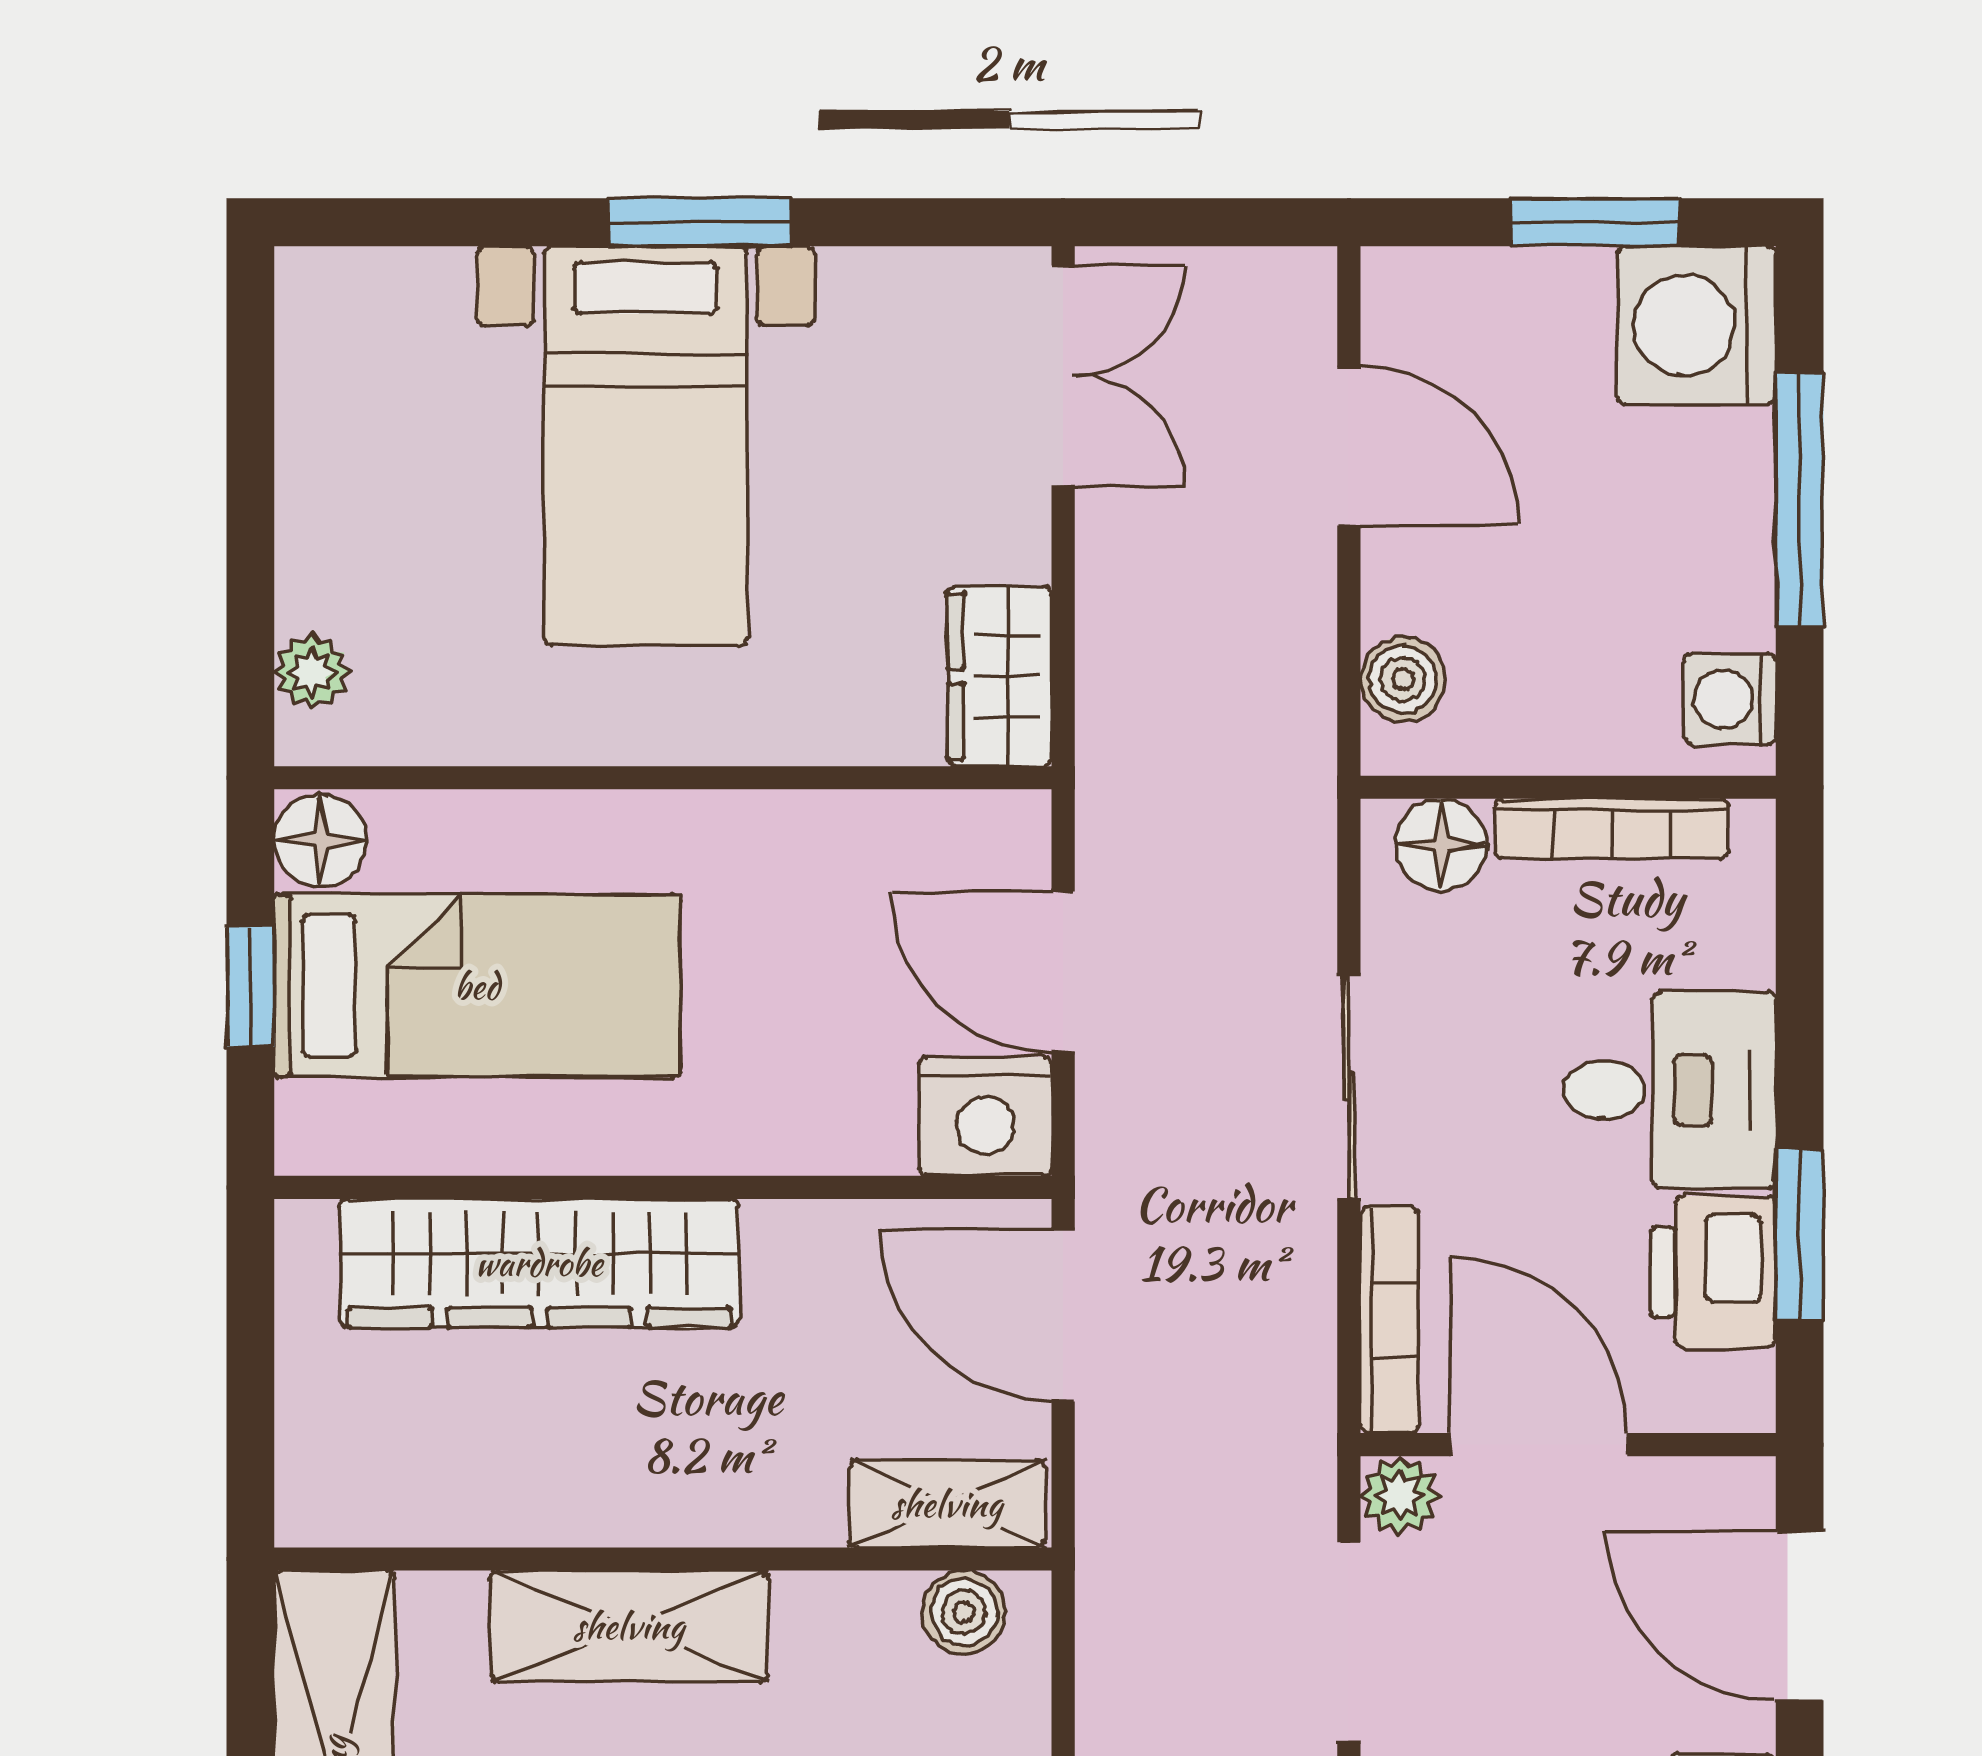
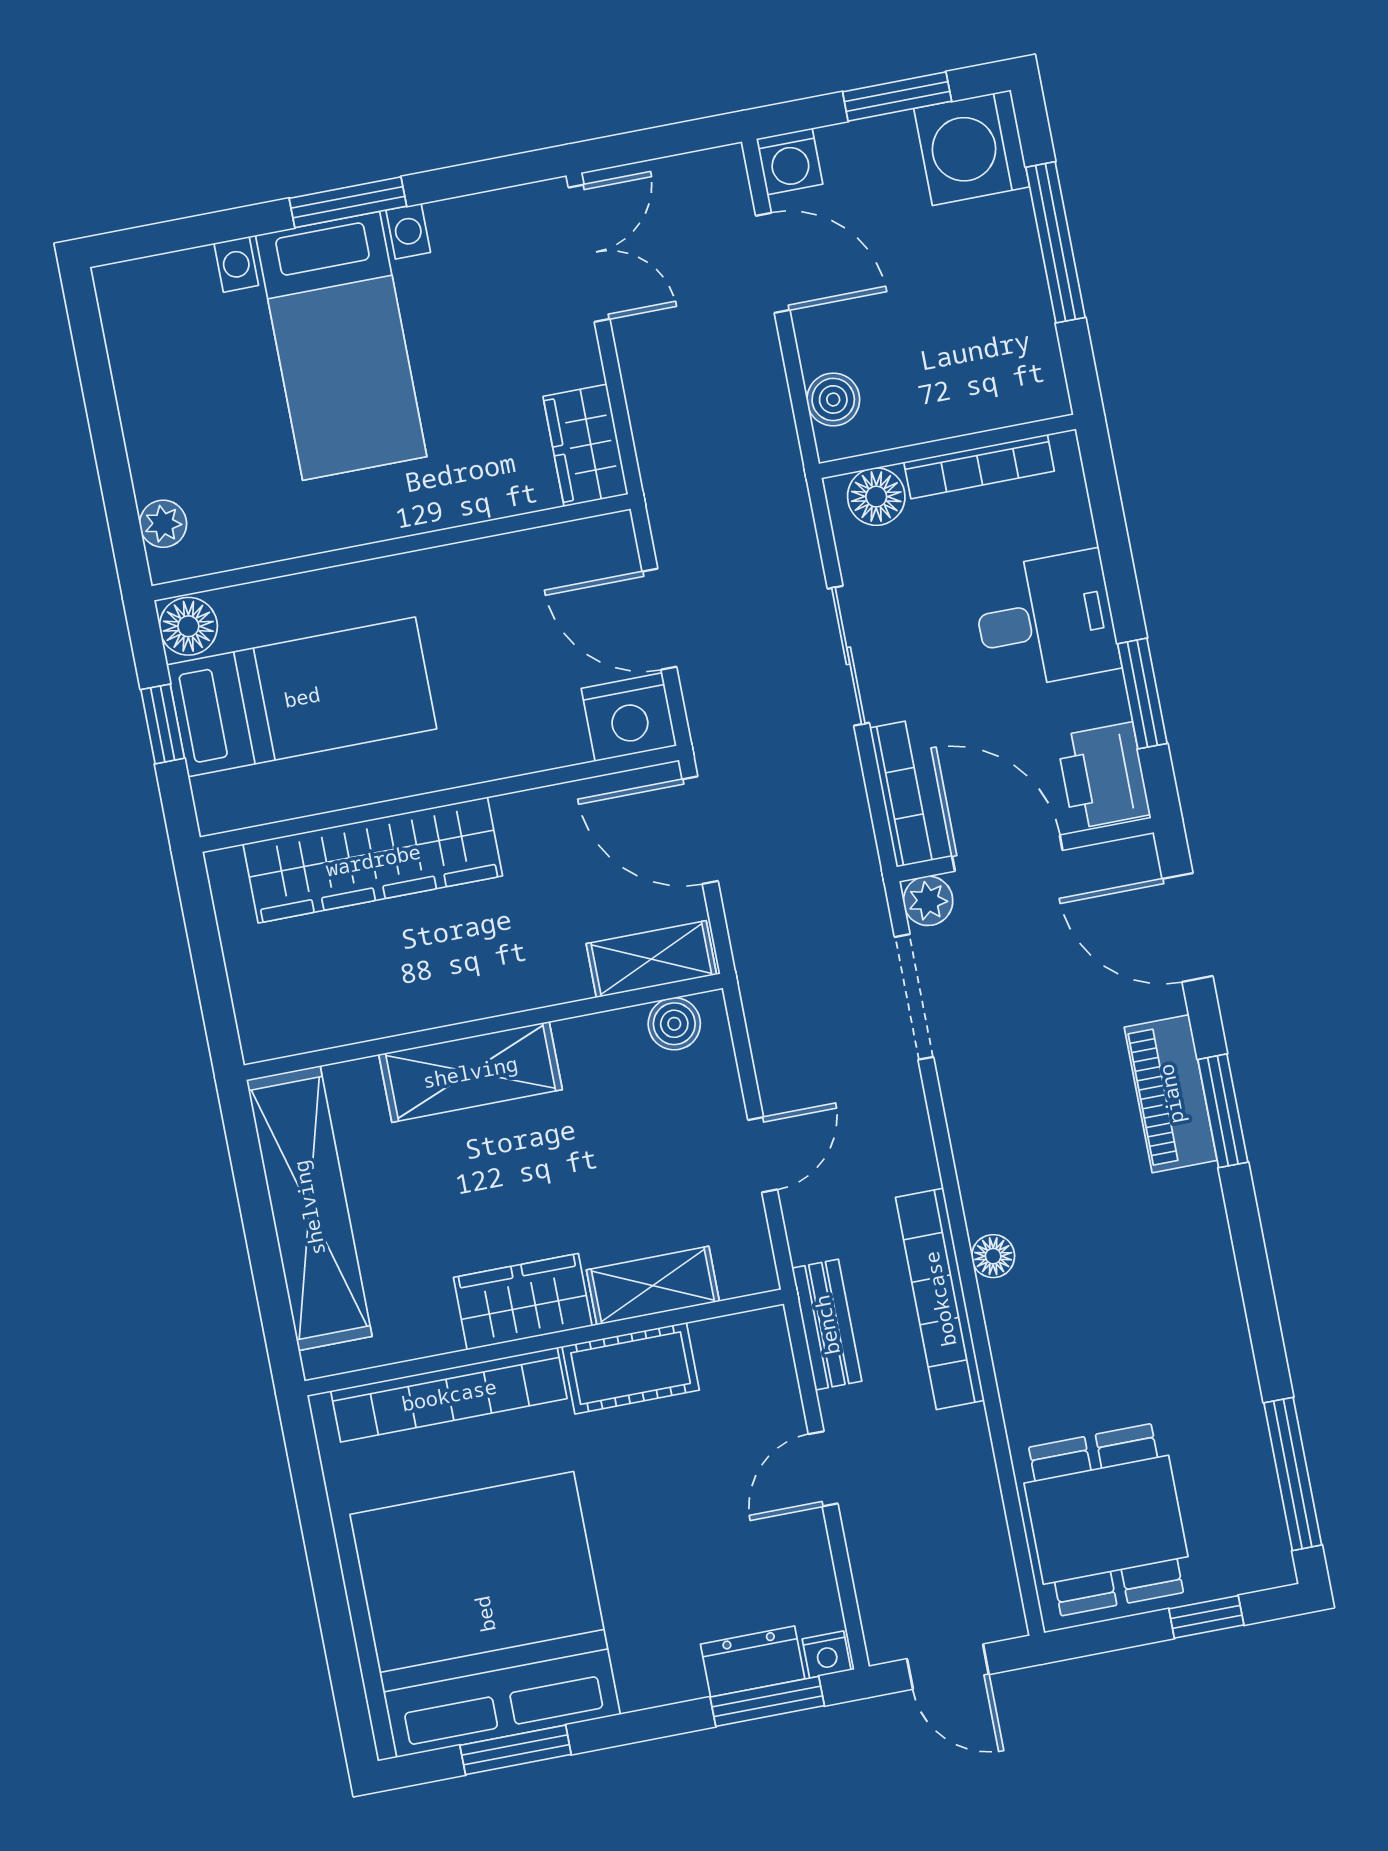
washing machine: (1730, 699) -> (790, 161), moved, turned -90
printer: (1713, 1272) -> (1103, 776), moved

